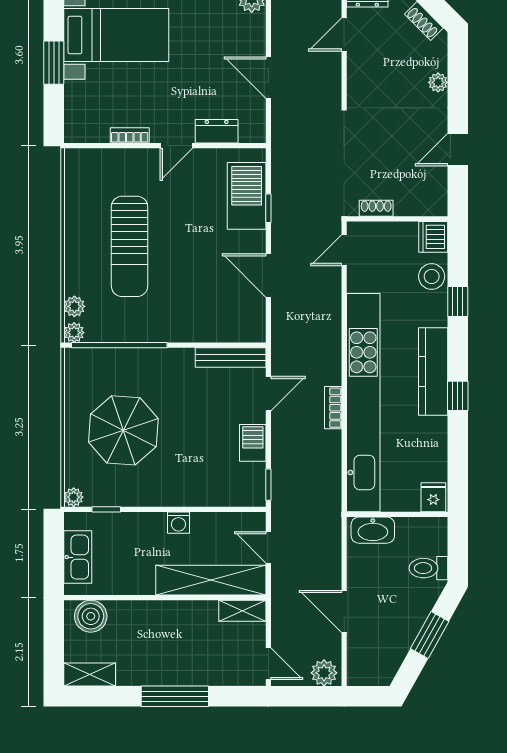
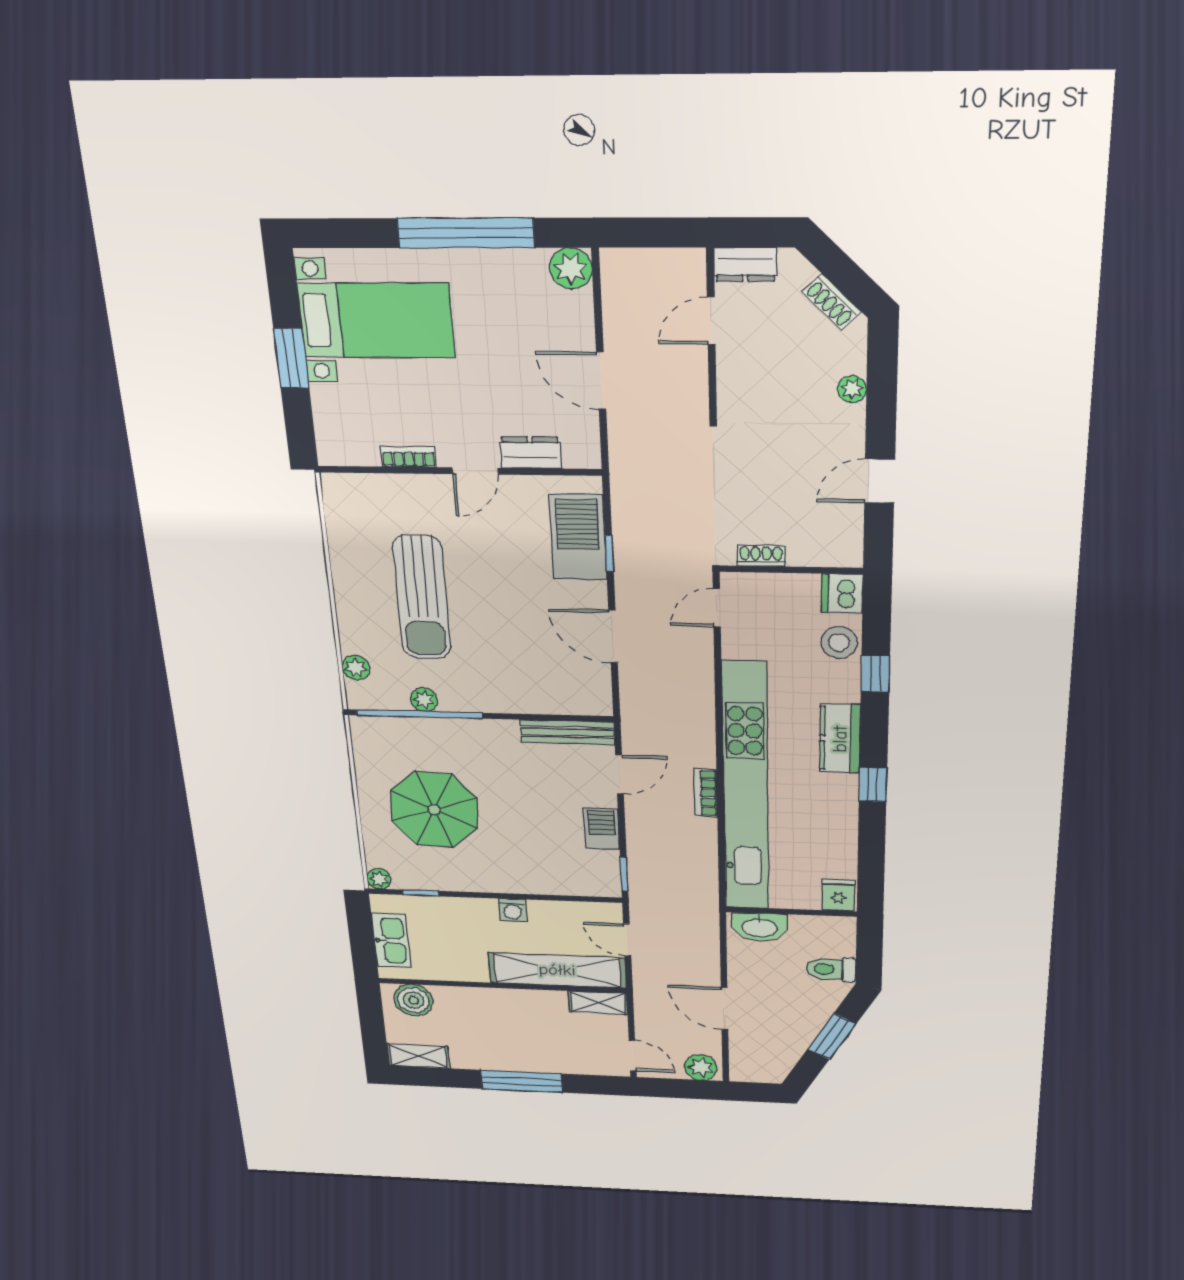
plant: (74, 333) -> (424, 700), moved
kitchen counter: (433, 371) -> (840, 739), width x0.67

